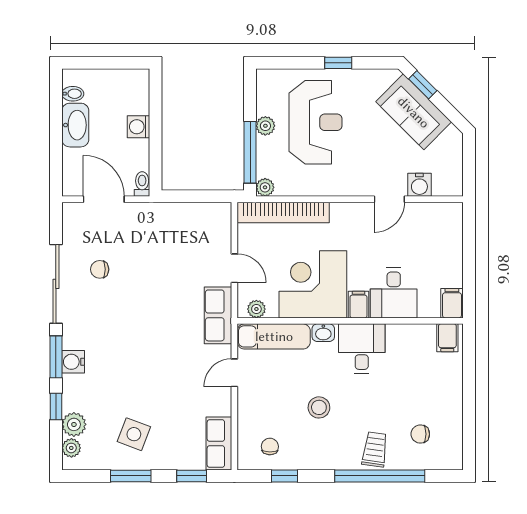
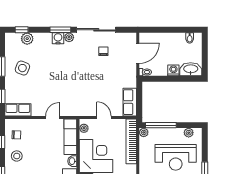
washbasin: (75, 125) -> (191, 69), moved, turned 180
plant: (265, 126) -> (189, 133), moved
door: (234, 268) -> (104, 117), swing flipped
row of seats: (218, 315) -> (130, 102), moved, turned -90
door: (234, 373) -> (53, 117), hinge flipped
window: (56, 407) -> (22, 30), moved
stool: (319, 407) -> (17, 156), moved
plant: (71, 448) -> (69, 37), moved

